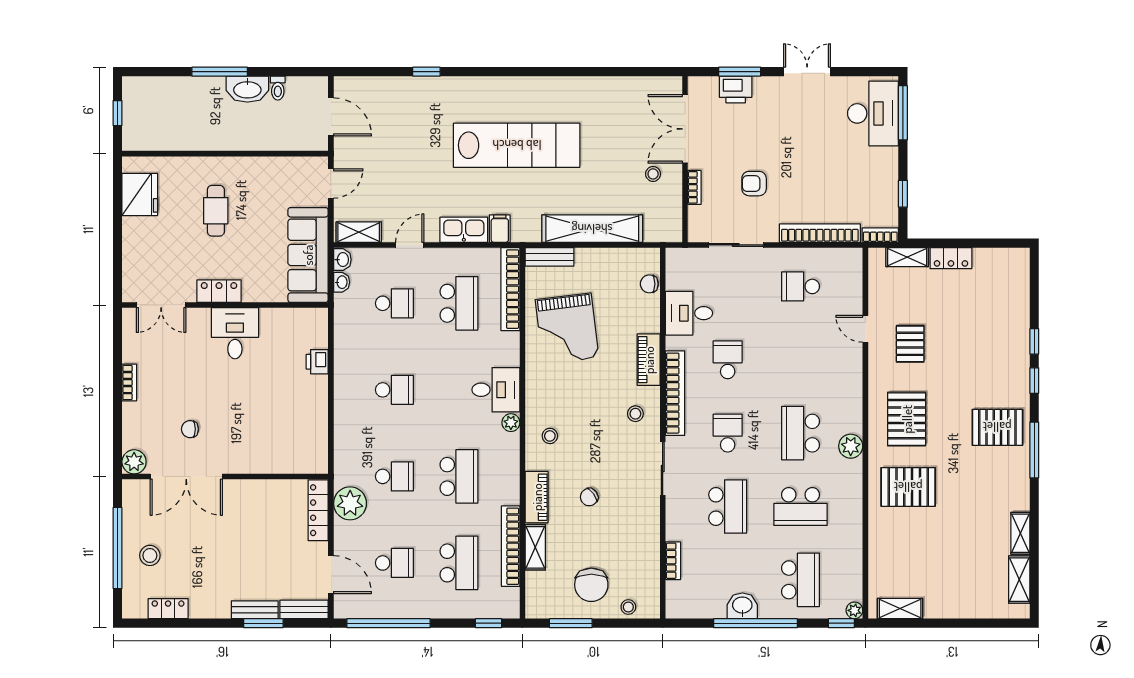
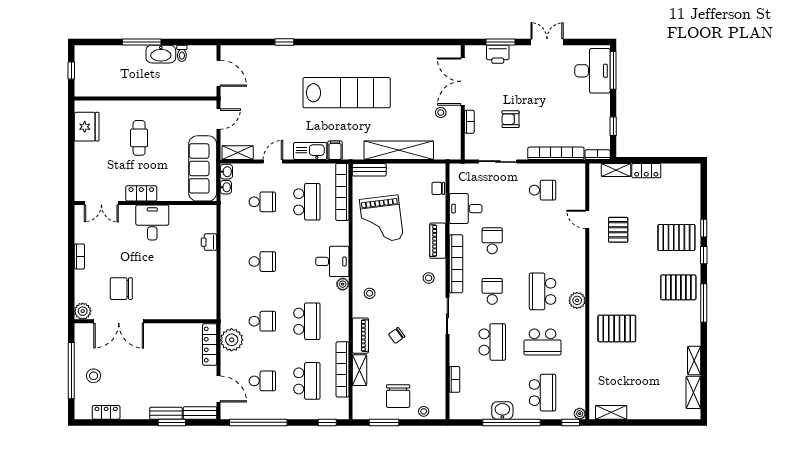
school desk: (801, 286) -> (543, 190), turned 180
pallet: (907, 419) -> (676, 238), moved, turned 90
chair: (190, 429) -> (121, 289), width x1.87, depth x1.87

